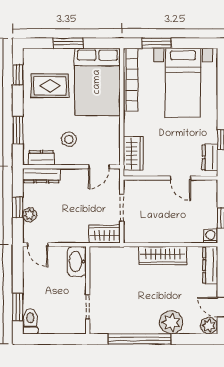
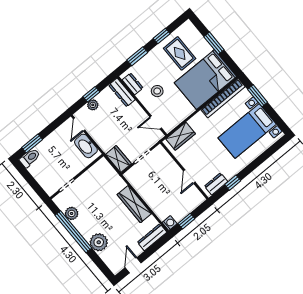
window: (18, 75) -> (162, 36), moved
washbasin: (77, 261) -> (86, 146), moved, turned -90
plant: (209, 326) -> (72, 213), moved

